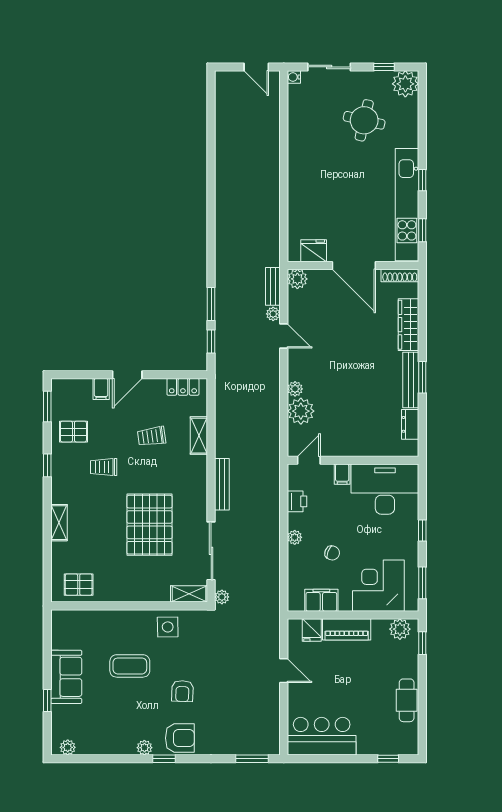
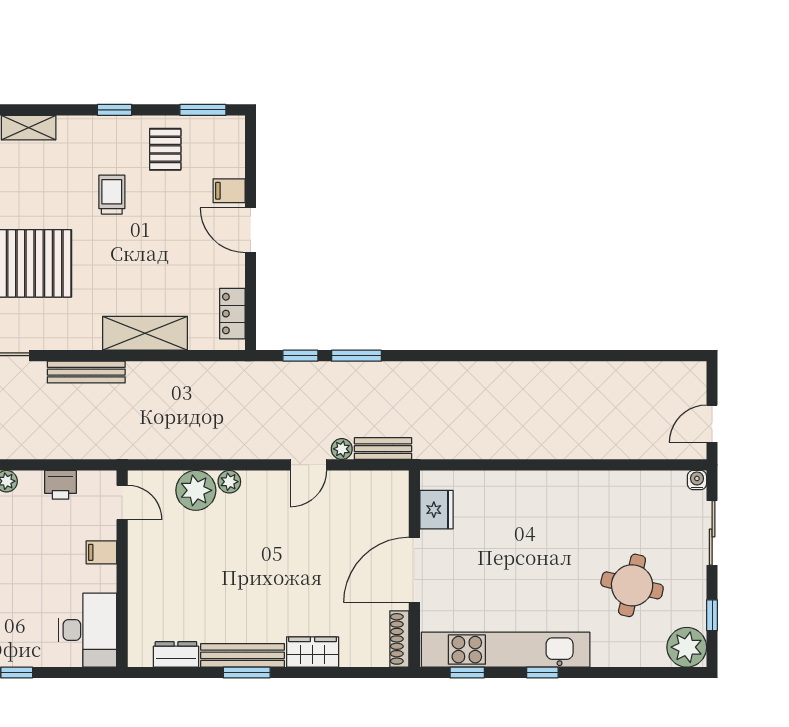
plant: (297, 279) -> (394, 485), removed
wardrobe: (409, 325) -> (313, 652), width x0.67
trolley: (152, 436) -> (158, 267), removed
shelving: (199, 436) -> (145, 333), width x1.50, depth x1.33
desk: (385, 489) -> (88, 630), width x0.73, depth x0.77

